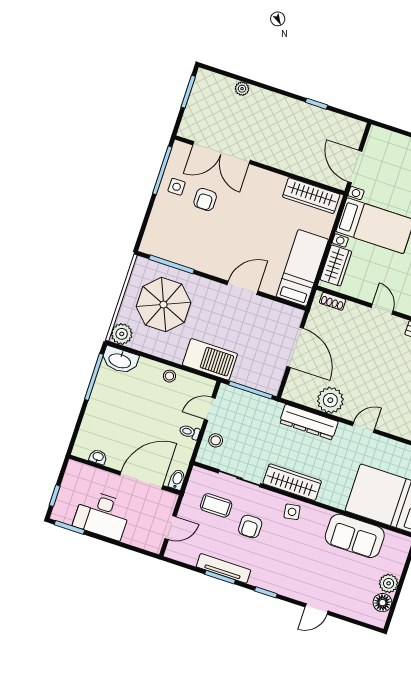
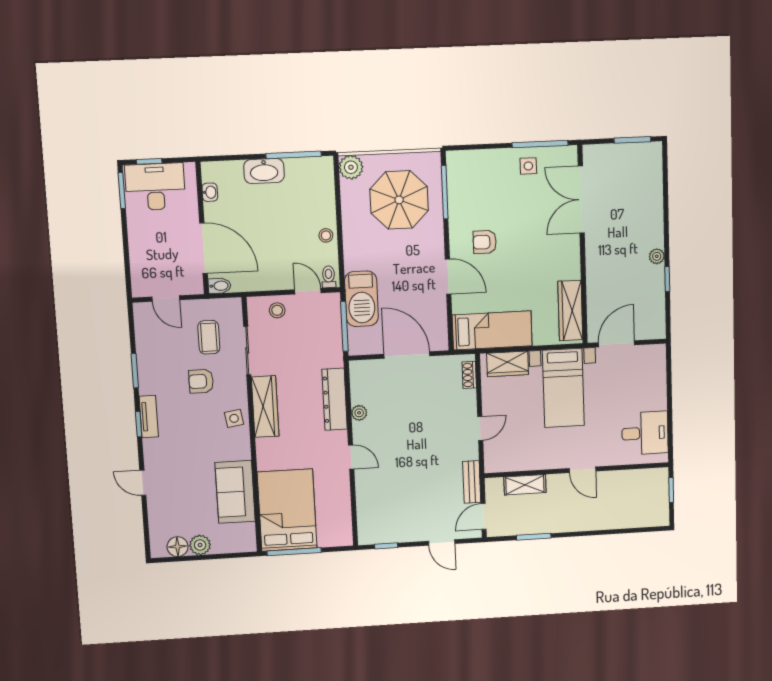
plant: (242, 89) -> (657, 256), moved
armchair: (205, 199) -> (485, 242), moved
door: (295, 347) -> (407, 355), swing flipped
barbecue: (210, 359) -> (361, 299), moved
washbasin: (120, 360) -> (264, 171), moved, turned -90
plant: (330, 400) -> (359, 413), width x0.53, depth x0.53
toilet: (190, 432) -> (329, 277), moved
desk: (102, 515) -> (155, 187), moved, turned 90
tv unit: (224, 568) -> (149, 417), moved, width x0.71

